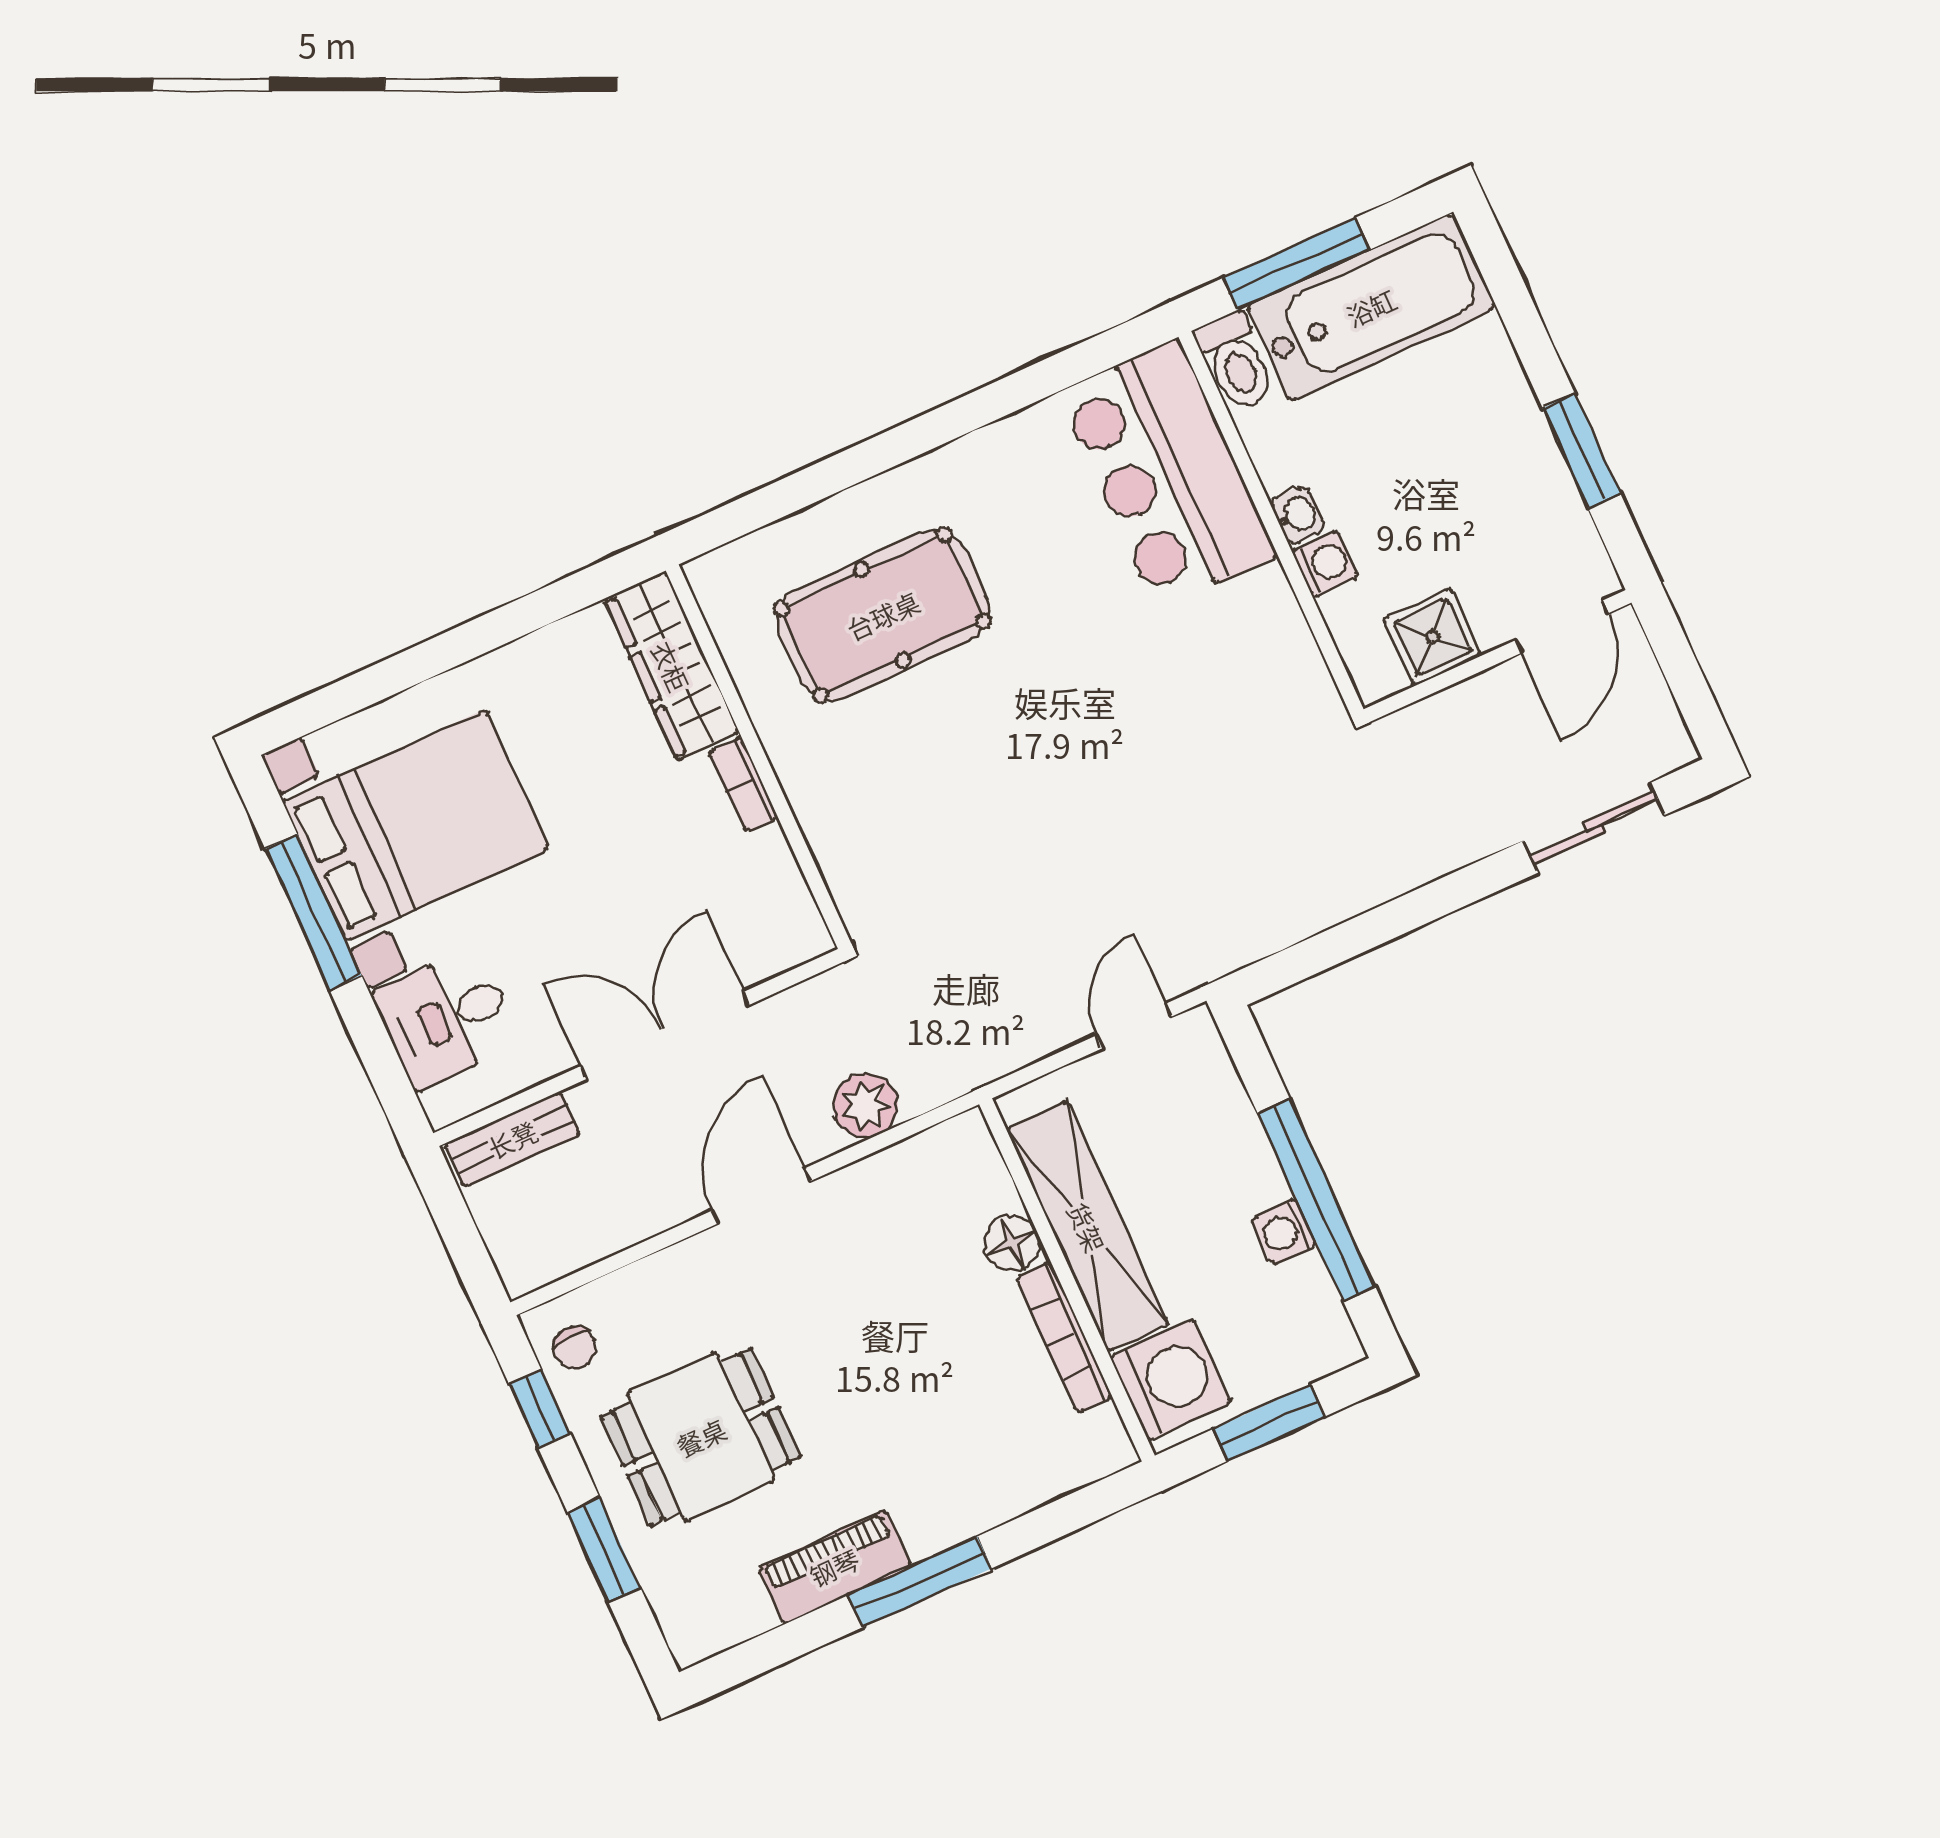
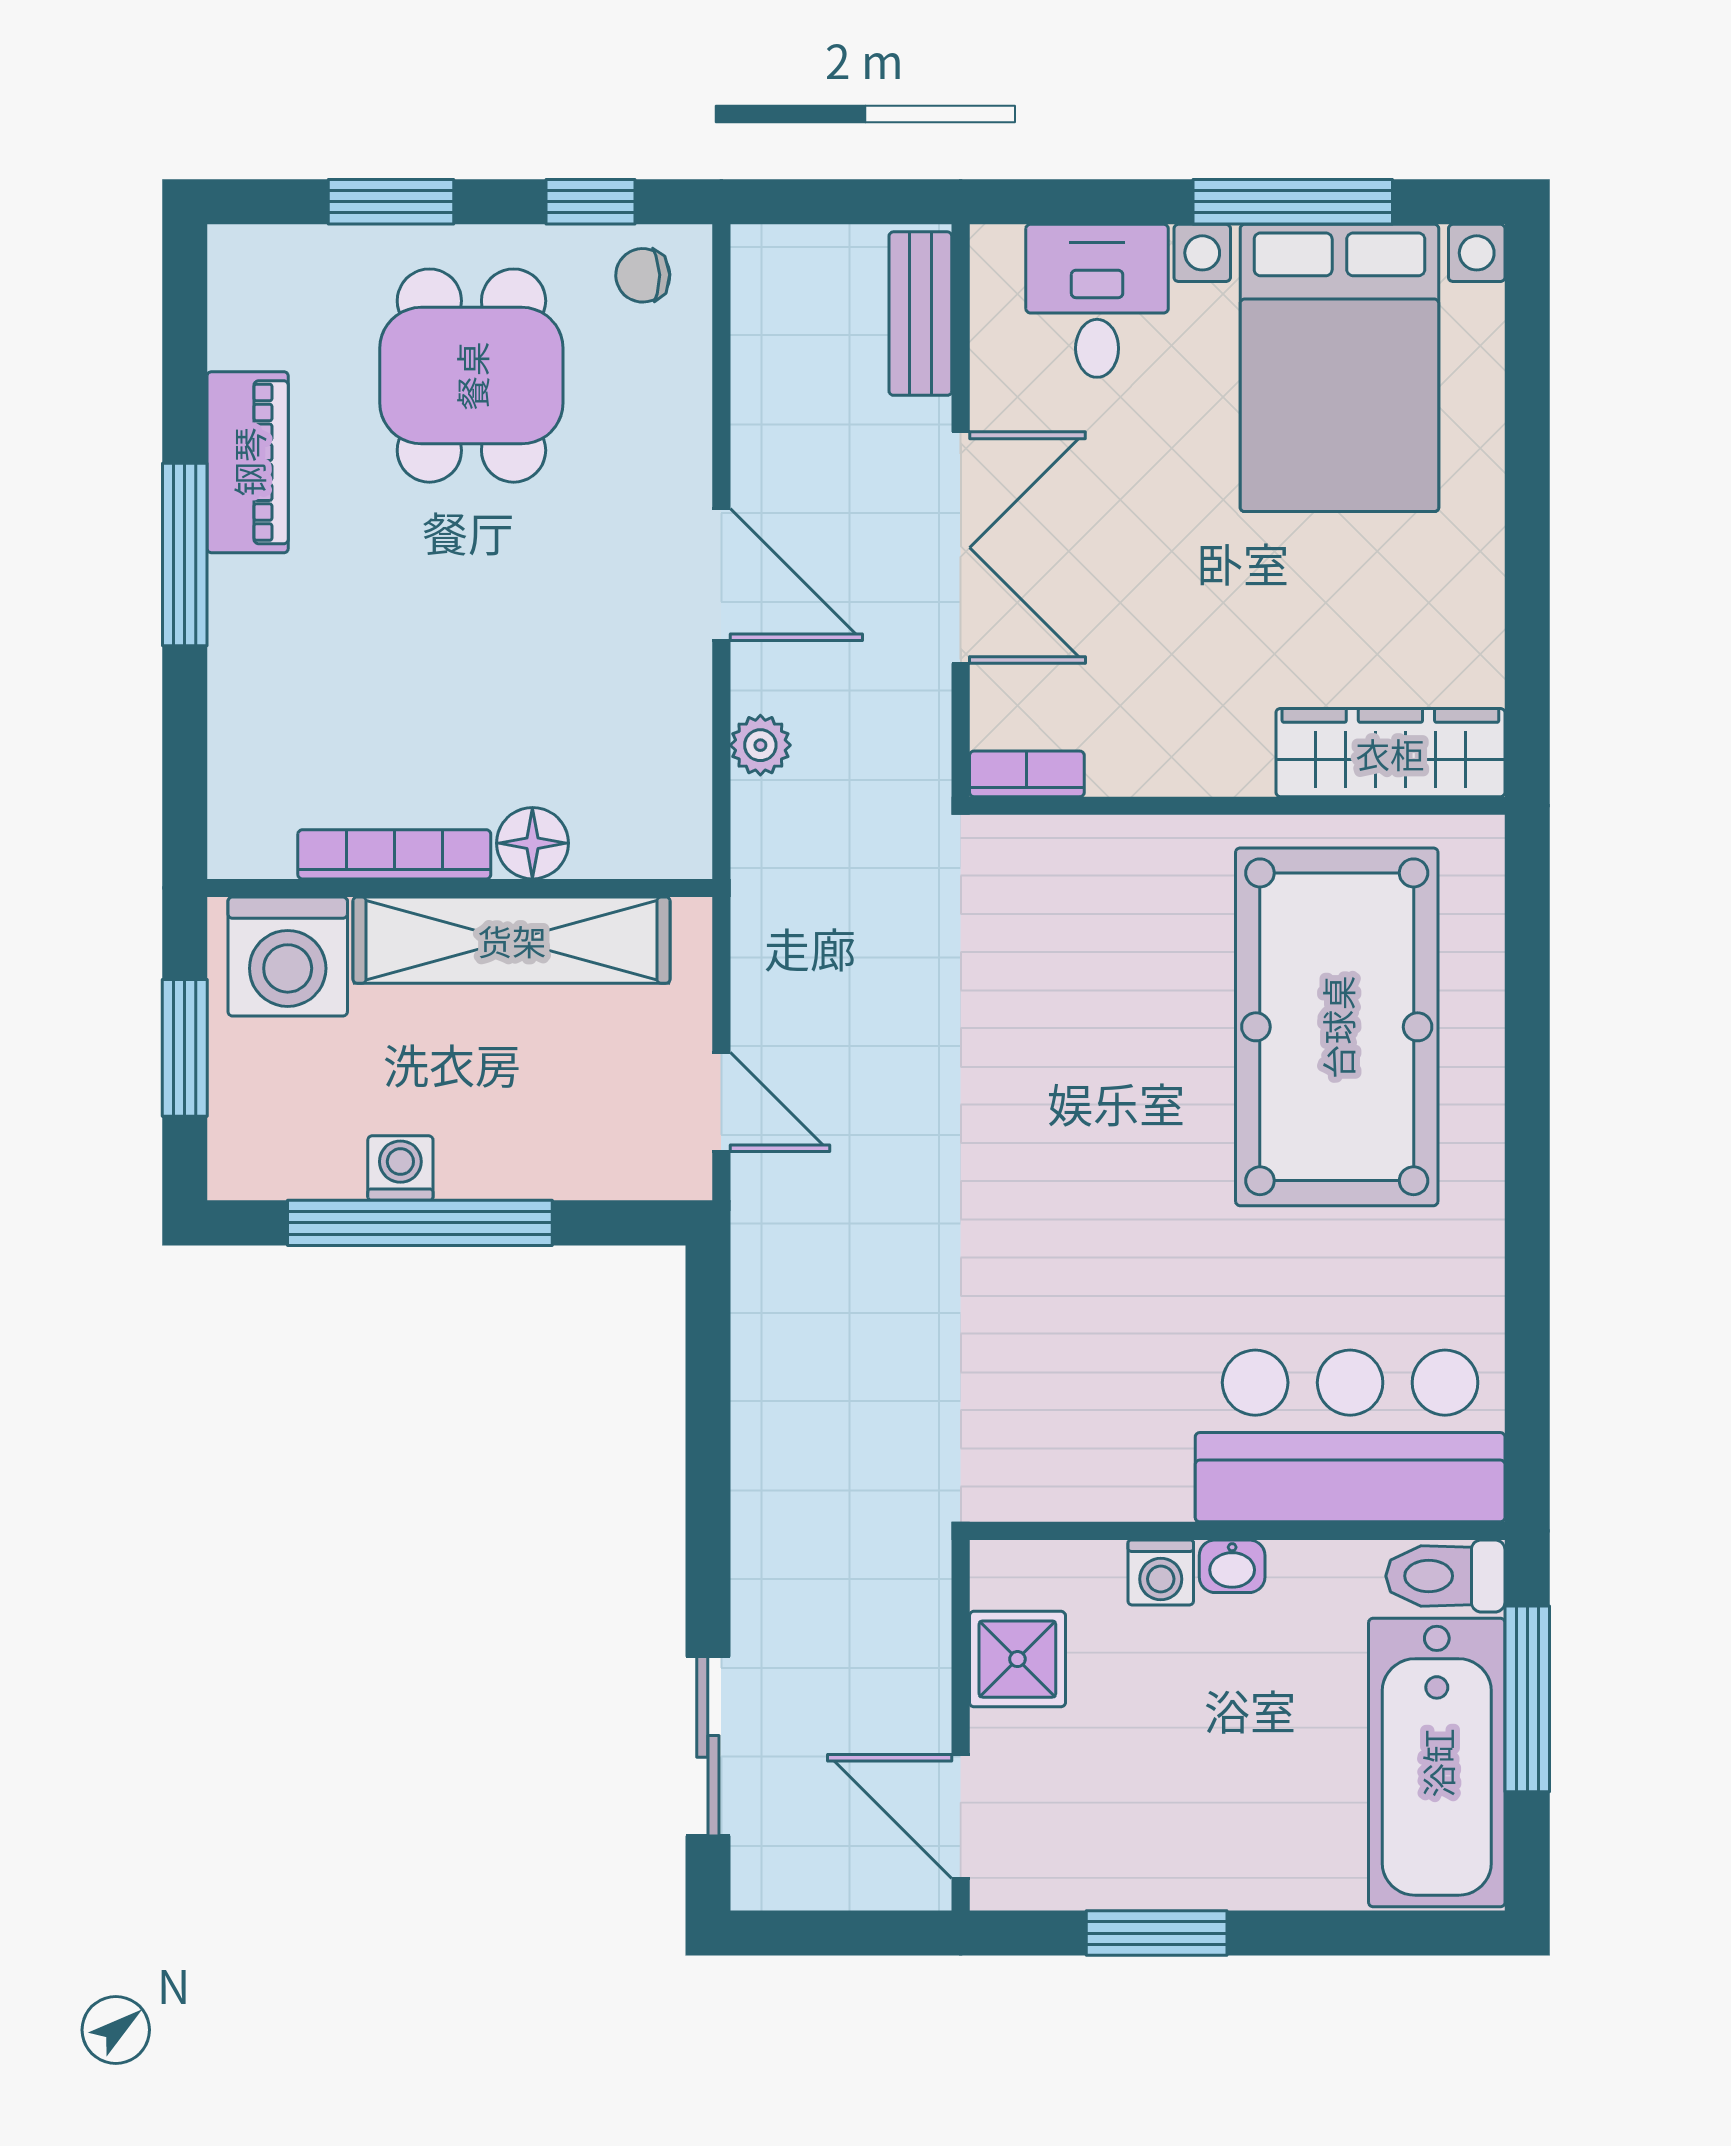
pool table: (883, 615) -> (1337, 1027), width x1.36, depth x1.32
bookcase: (744, 784) -> (1027, 774), moved
plant: (865, 1105) -> (760, 745), width x0.73, depth x0.73

